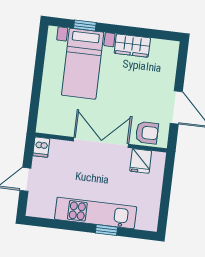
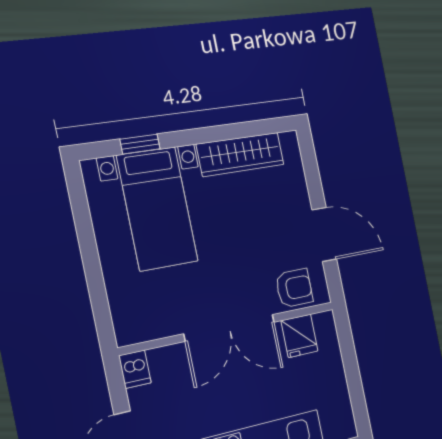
wardrobe: (132, 46) -> (240, 154), width x1.50
double door: (101, 143) -> (229, 328), swing flipped

